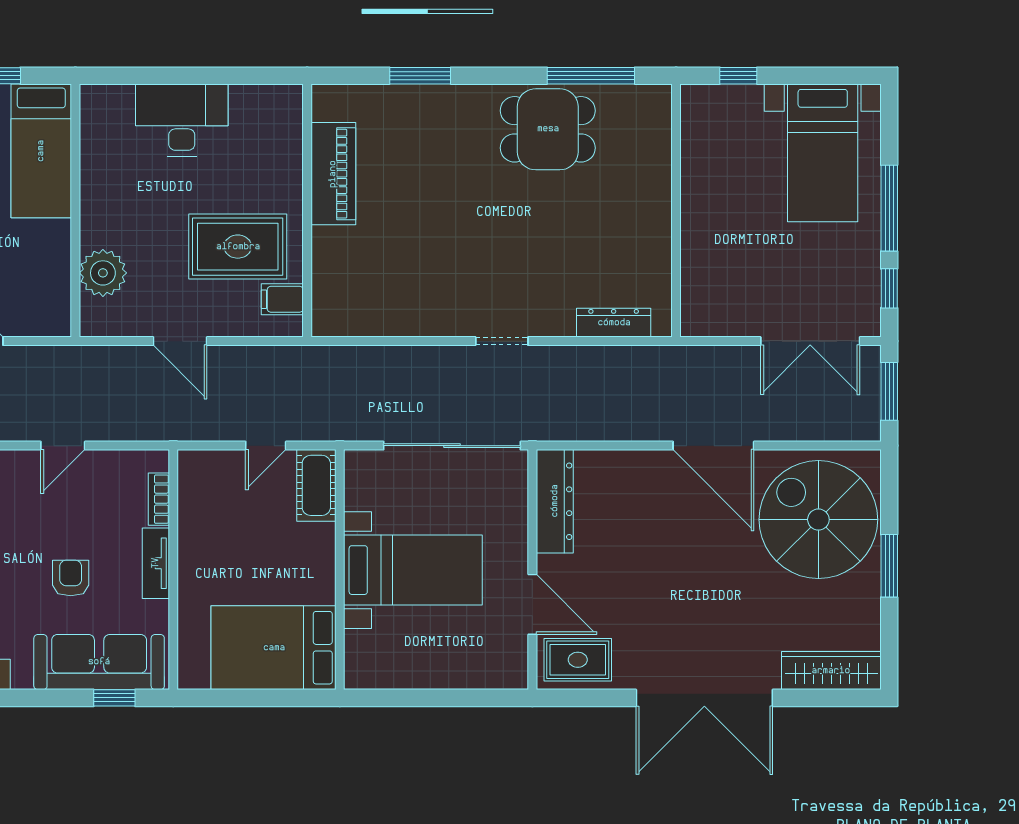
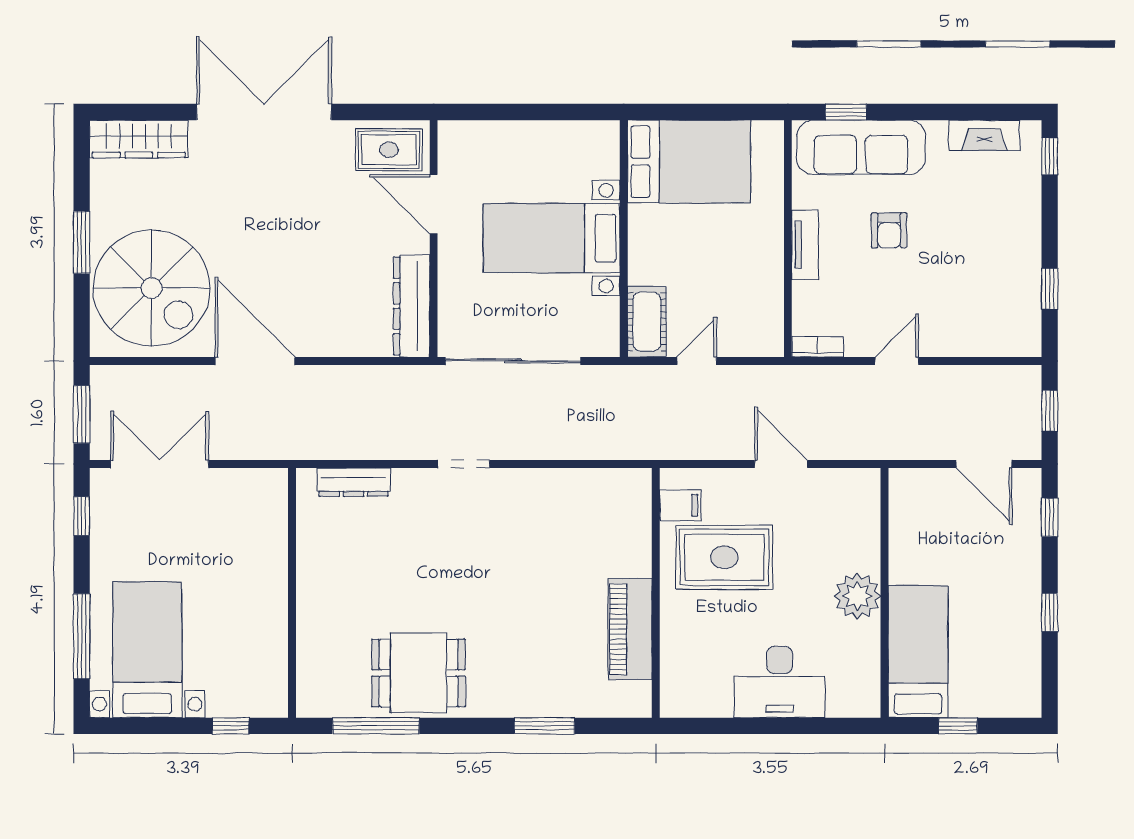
window: (889, 208) -> (82, 636), moved
plant: (103, 273) -> (857, 596), moved
bookcase: (159, 499) -> (818, 347), moved, turned -90

